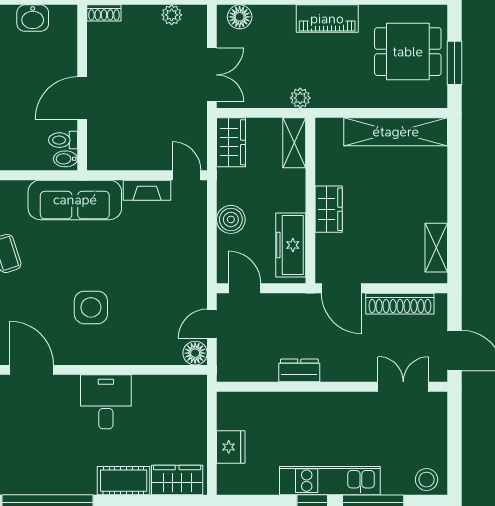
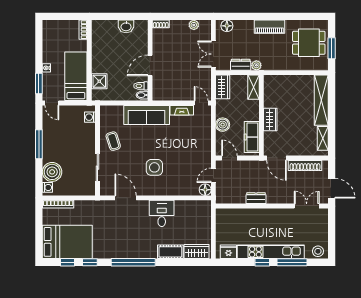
double door: (212, 75) -> (213, 54), swing flipped
dresser: (268, 97) -> (241, 65), added
shelving: (396, 132) -> (321, 100), moved, turned 90
fridge: (231, 447) -> (228, 252), moved, turned -90
kitchen unit: (330, 481) -> (271, 252), width x1.36

